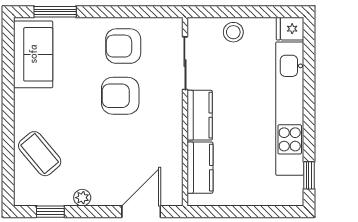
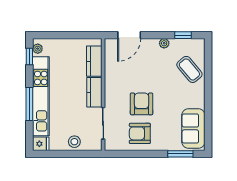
armchair: (123, 46) -> (140, 133), turned 180
armchair: (120, 96) -> (142, 104), turned -90
window: (309, 96) -> (29, 104), added
plant: (295, 189) -> (38, 49), added

